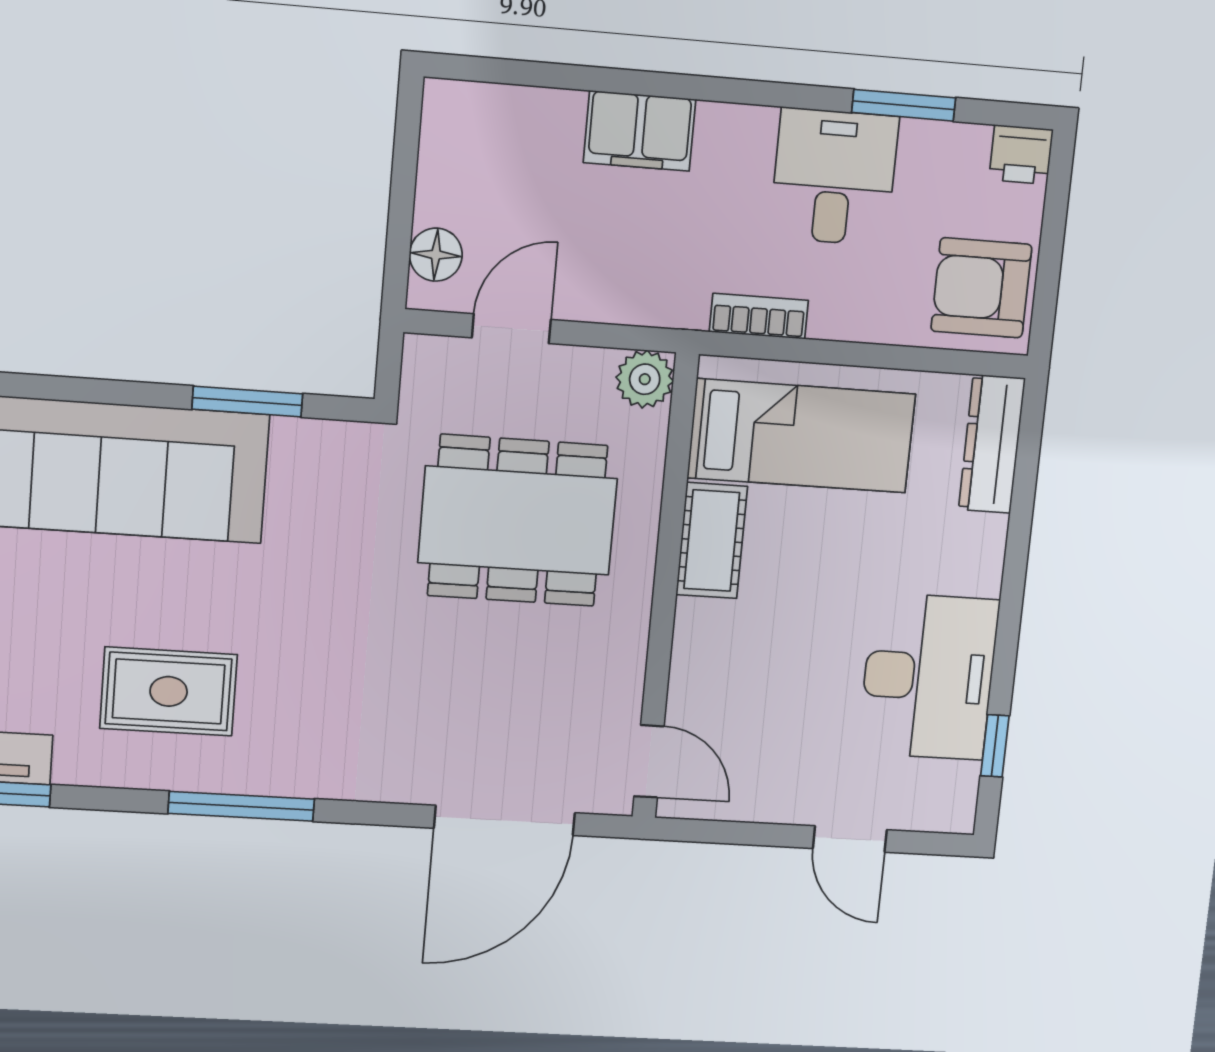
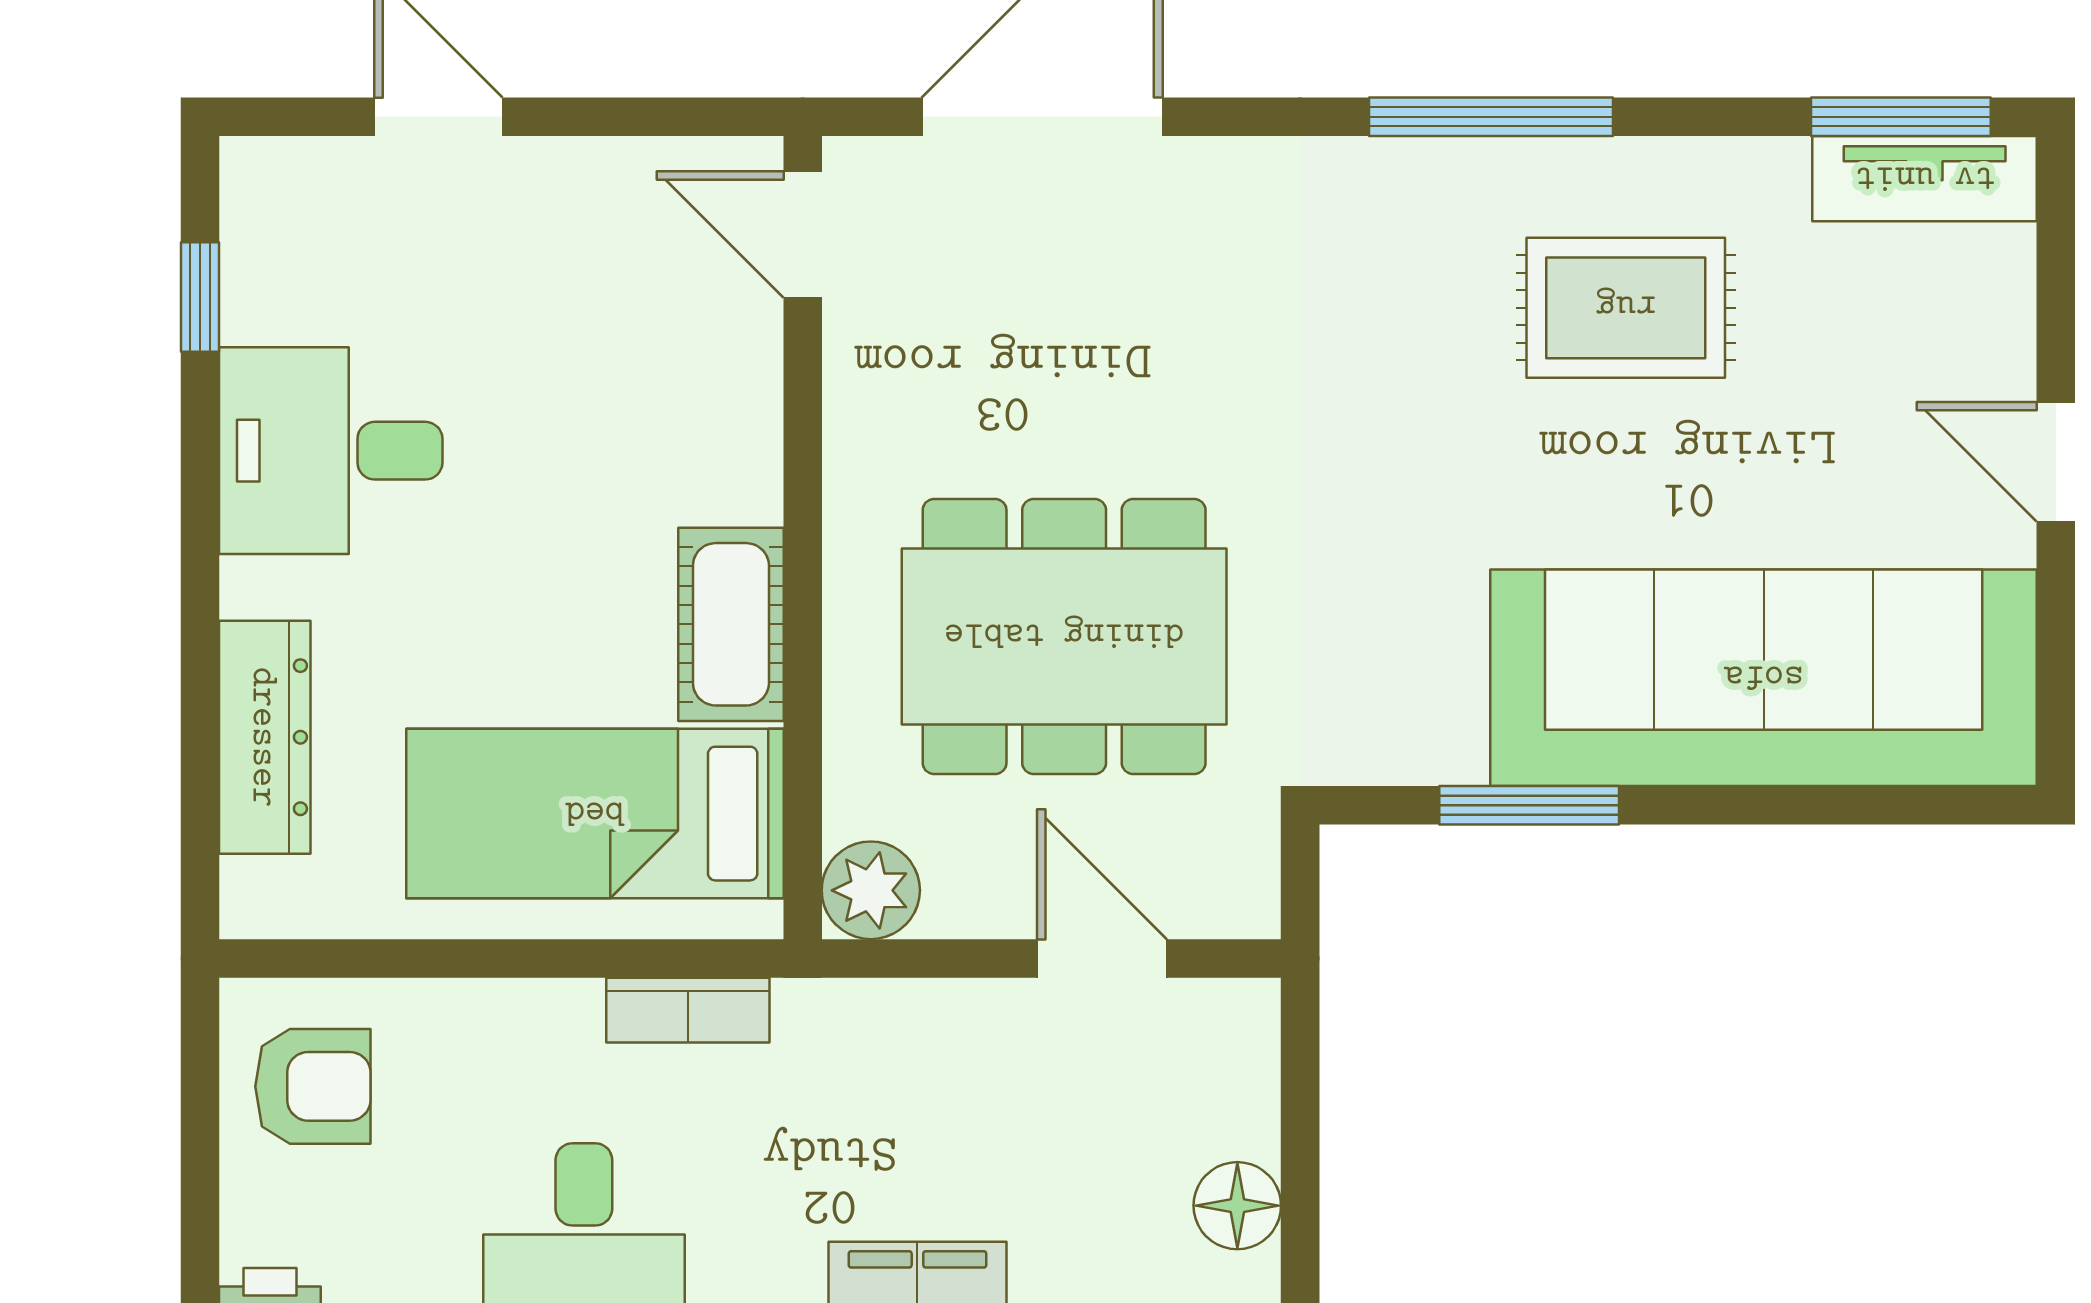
floor lamp: (436, 255) -> (1237, 1206), moved
armchair: (981, 288) -> (313, 1086), width x0.72, depth x0.72
door: (511, 329) -> (1102, 958), swing flipped
dresser: (992, 444) -> (265, 737), moved
desk: (928, 677) -> (331, 451), width x0.73

